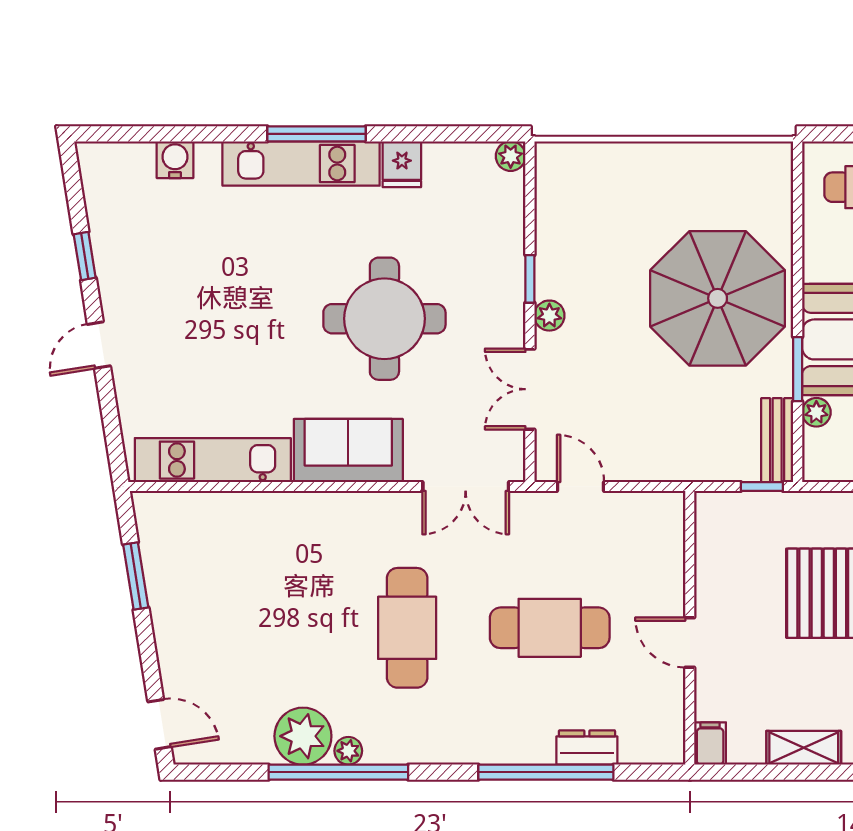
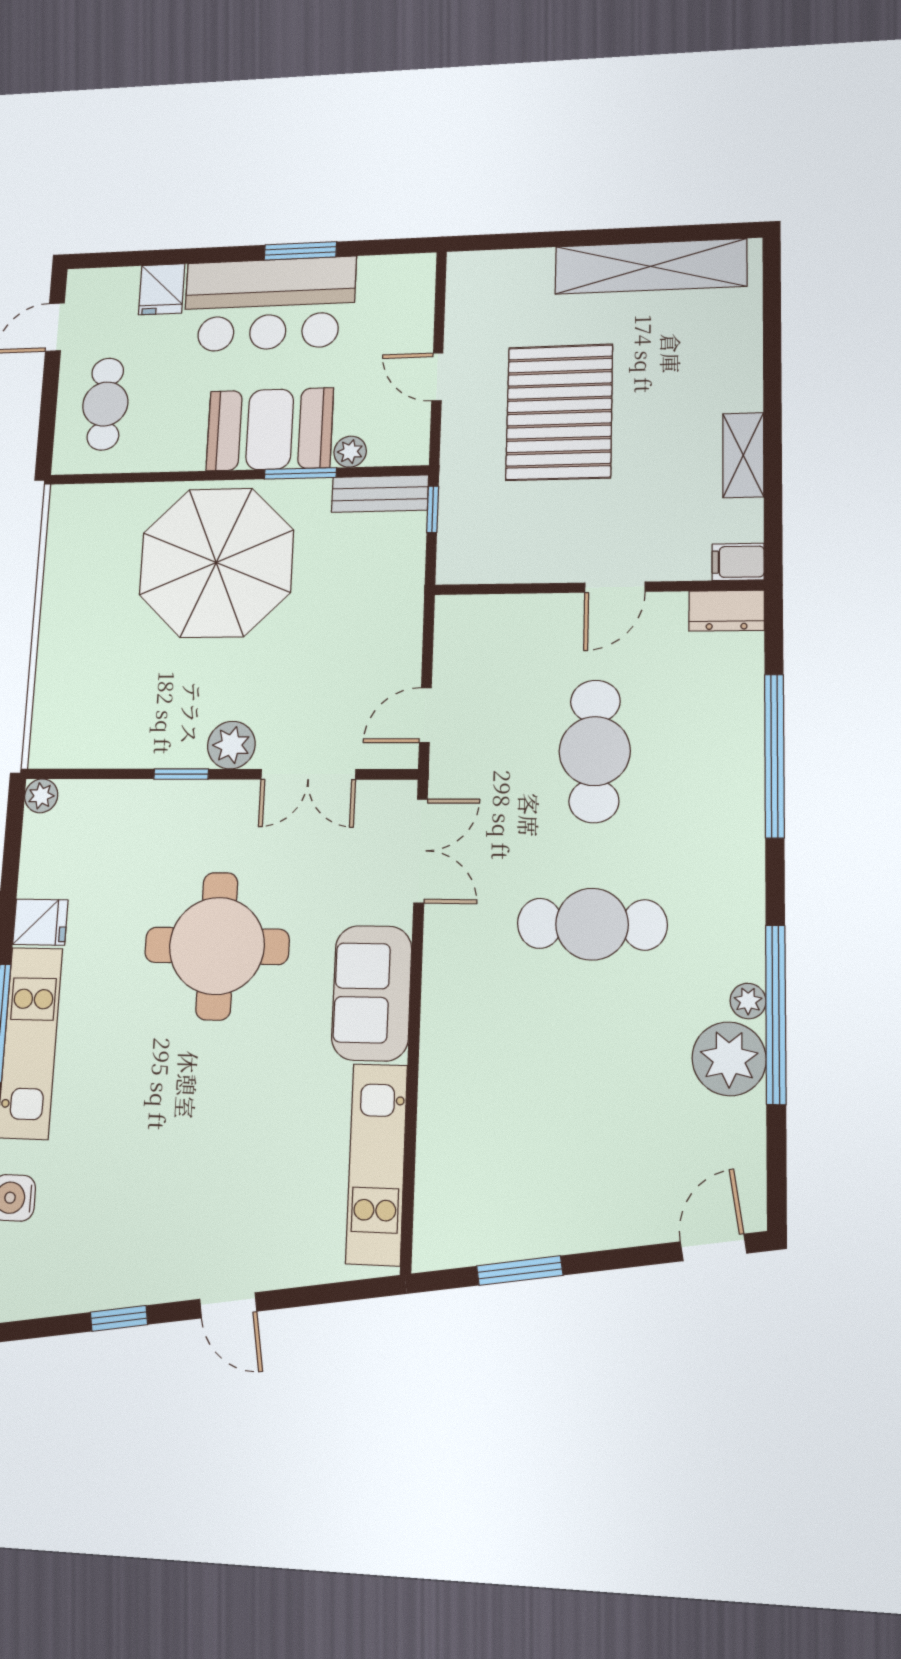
plant: (549, 316) -> (231, 745), width x1.38, depth x1.38
dresser: (587, 747) -> (727, 611), moved, turned -90

